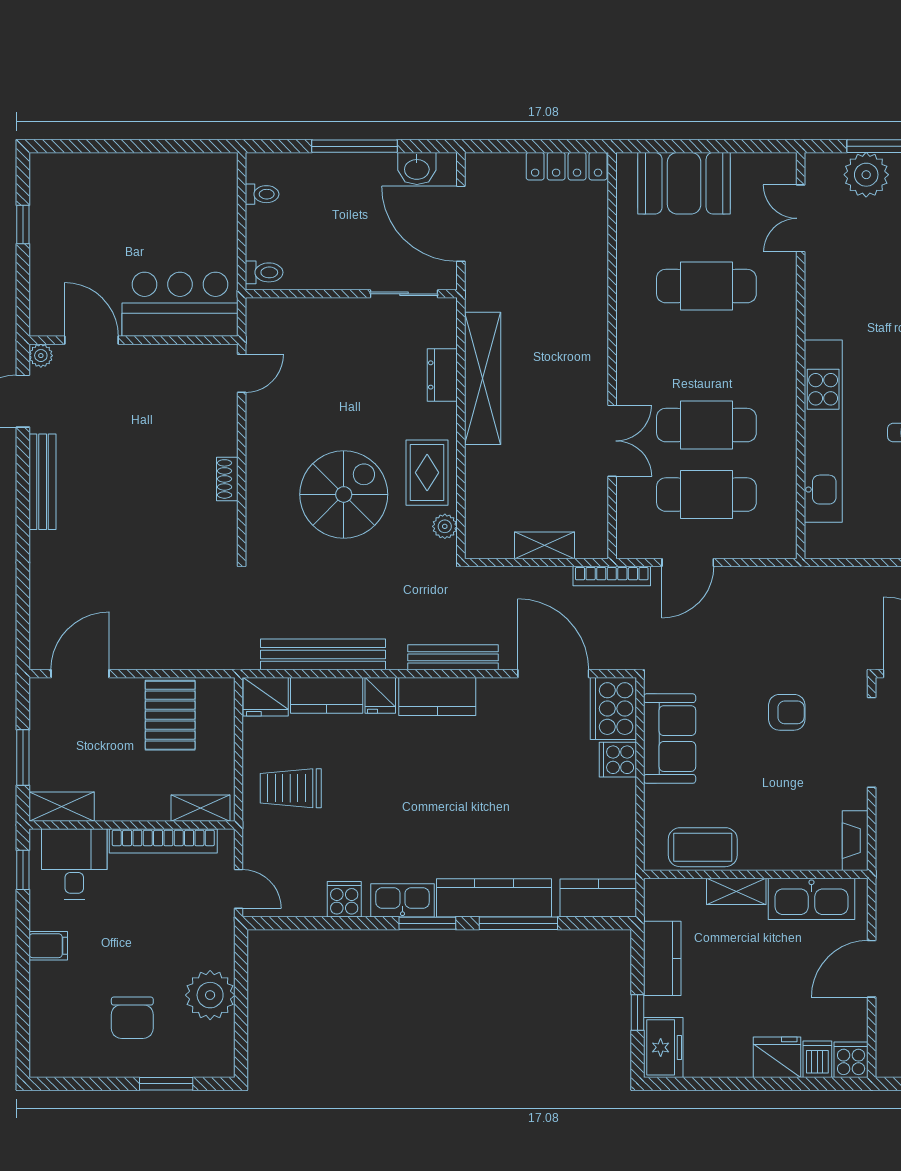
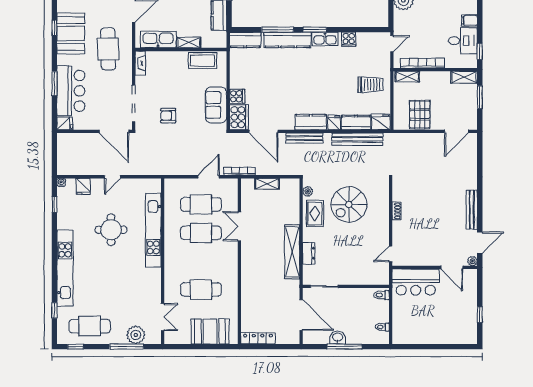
washbasin: (417, 168) -> (338, 337), moved
desk: (74, 864) -> (463, 41), moved, turned -90
door: (239, 889) -> (392, 44), swing flipped

